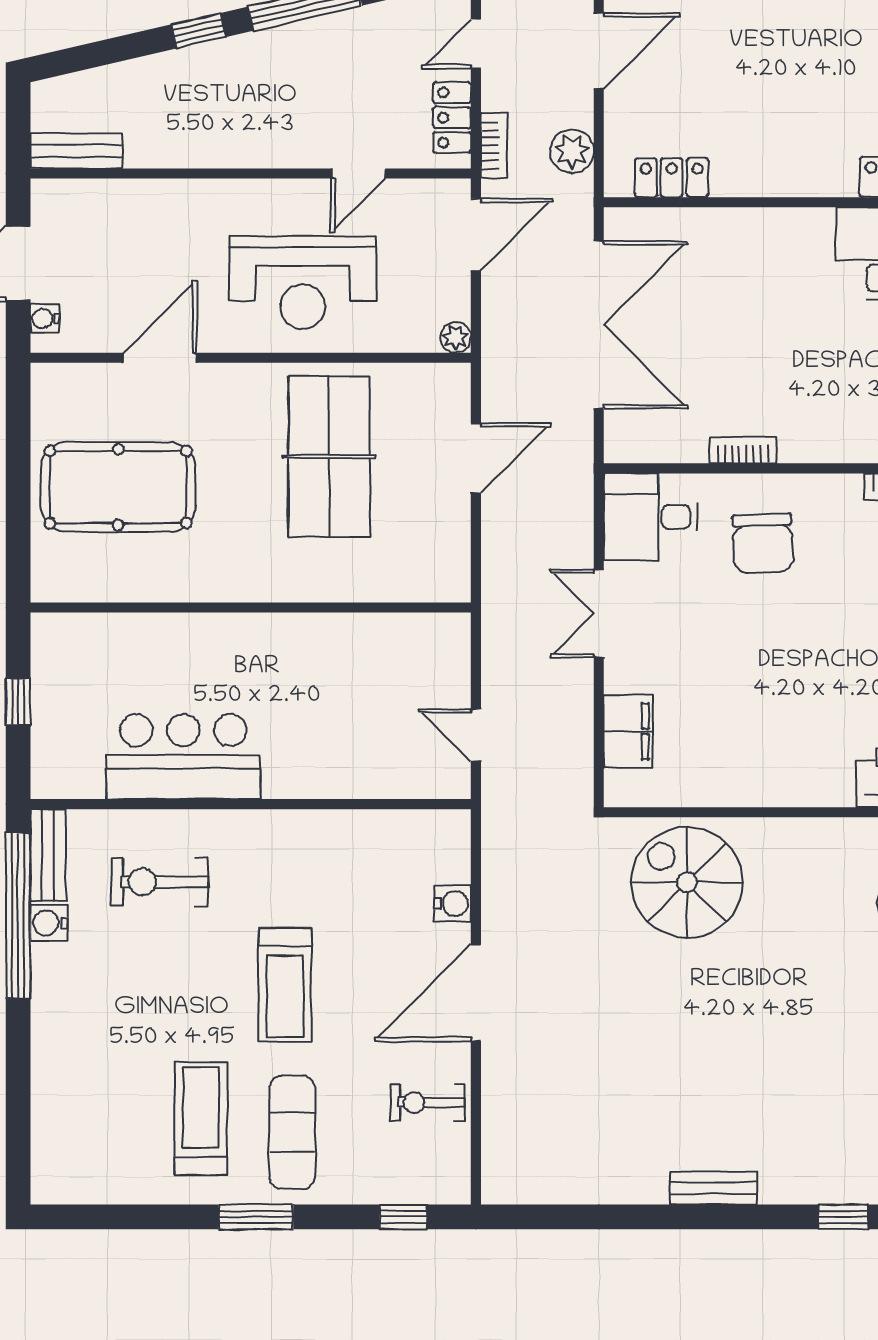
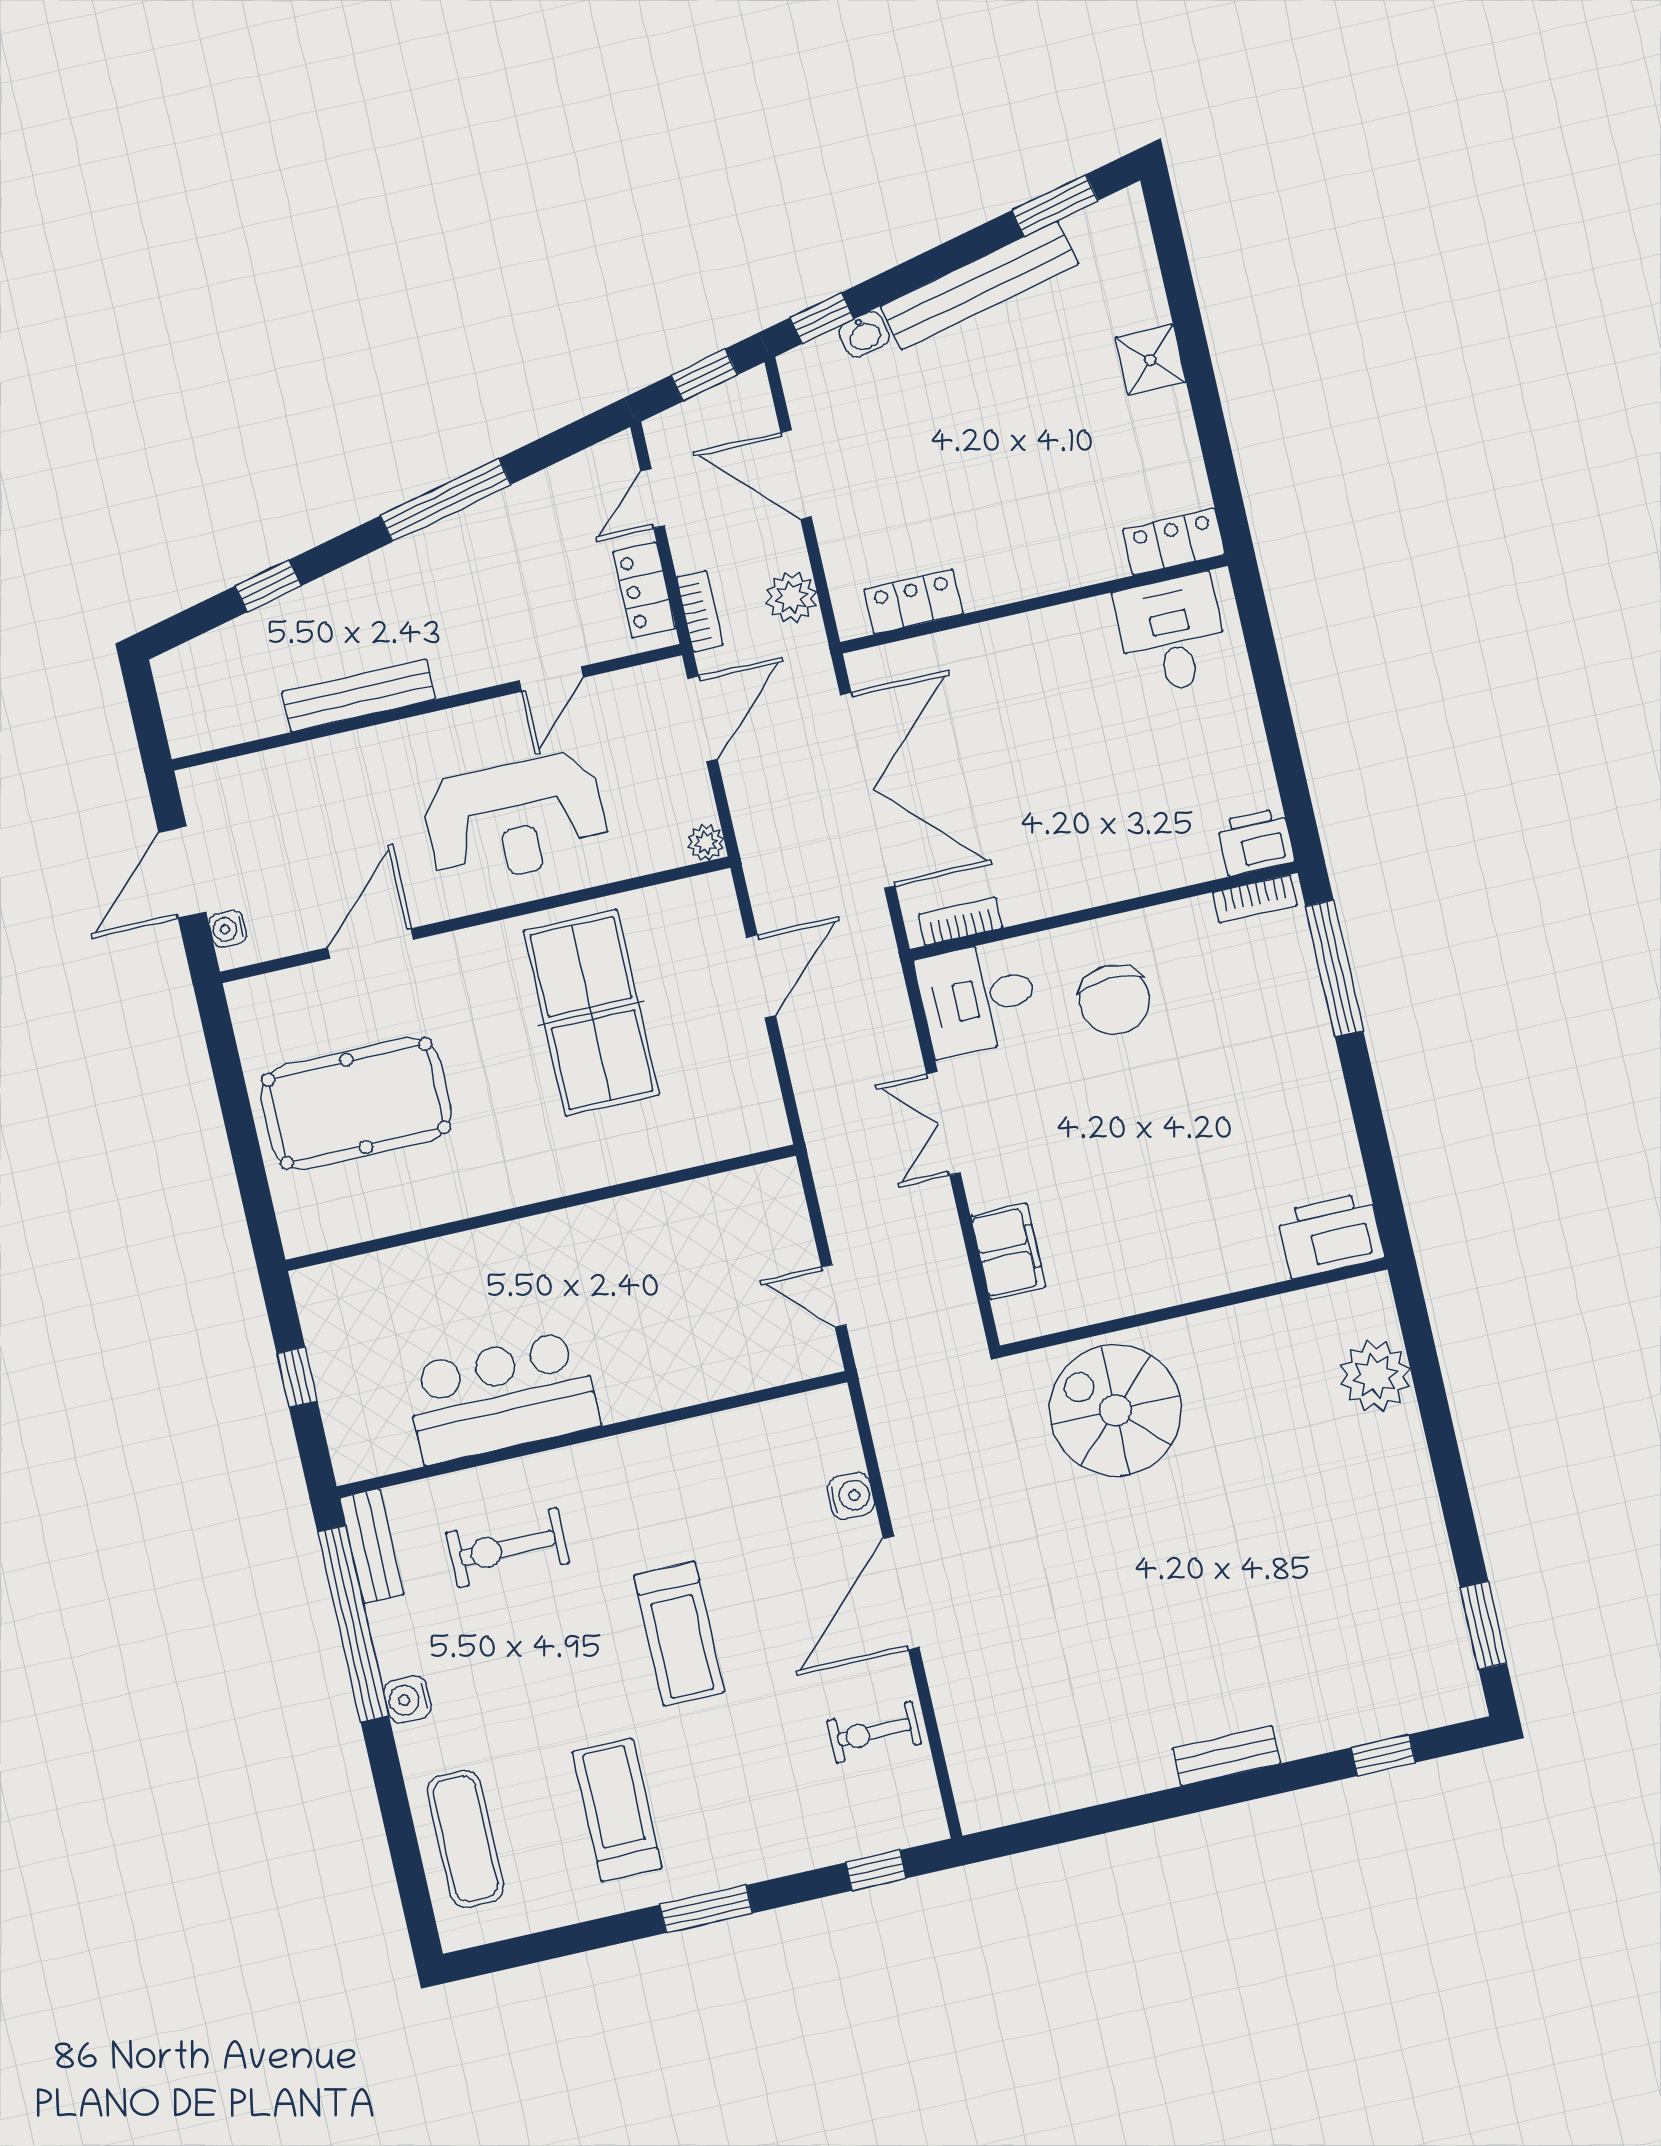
window: (198, 31) -> (268, 586), moved
door: (599, 51) -> (796, 475), swing flipped
bench: (76, 151) -> (359, 695), moved, width x1.36
bookcase: (743, 450) -> (960, 921), moved
water cooler: (49, 923) -> (408, 1699), moved
exercise mat: (292, 1132) -> (465, 1839), moved

